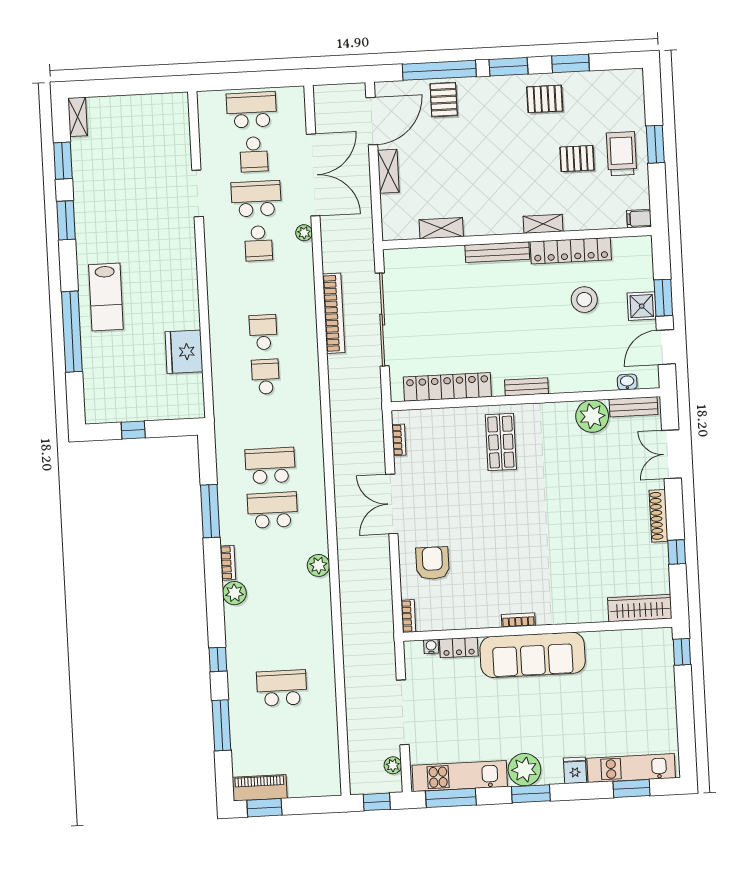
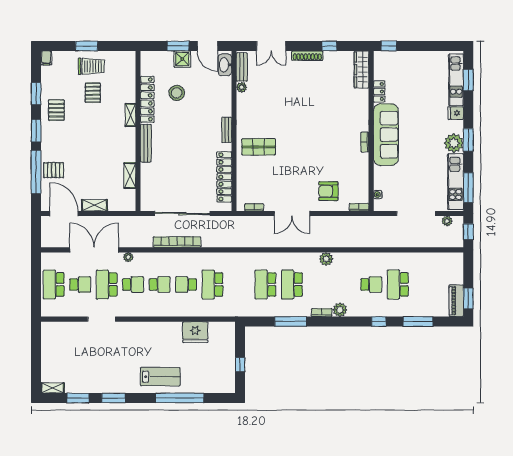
trolley: (622, 154) -> (91, 66), turned 180
filing cabinet: (639, 219) -> (46, 58), moved
school desk: (261, 288) -> (160, 284), added
school desk: (265, 377) -> (212, 284), width x1.85
washbasin: (627, 382) -> (225, 65), width x1.91, depth x1.45
plant: (592, 416) -> (242, 87), width x0.53, depth x0.53
school desk: (279, 643) -> (371, 284), added
locker: (459, 647) -> (379, 91), moved

